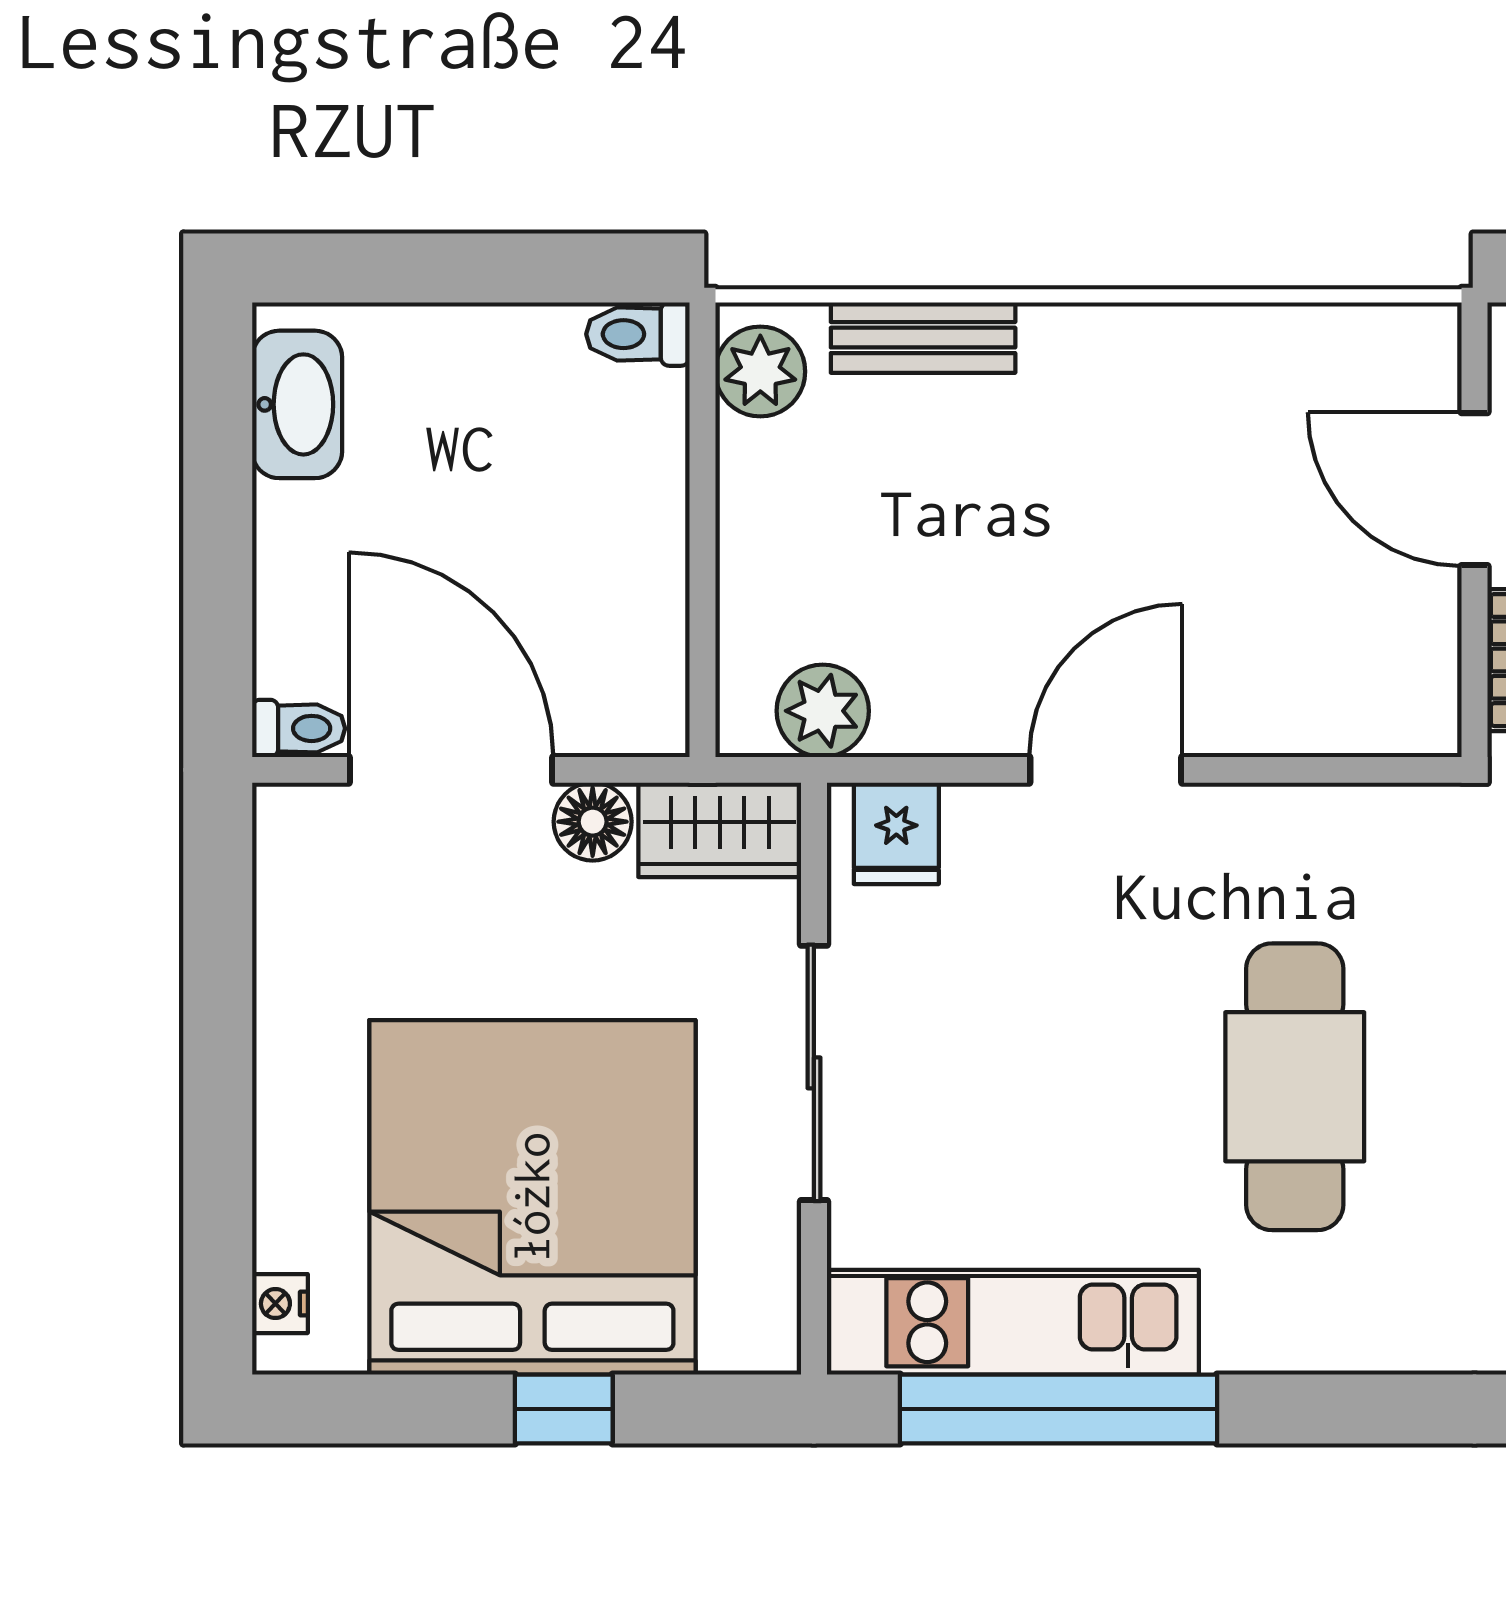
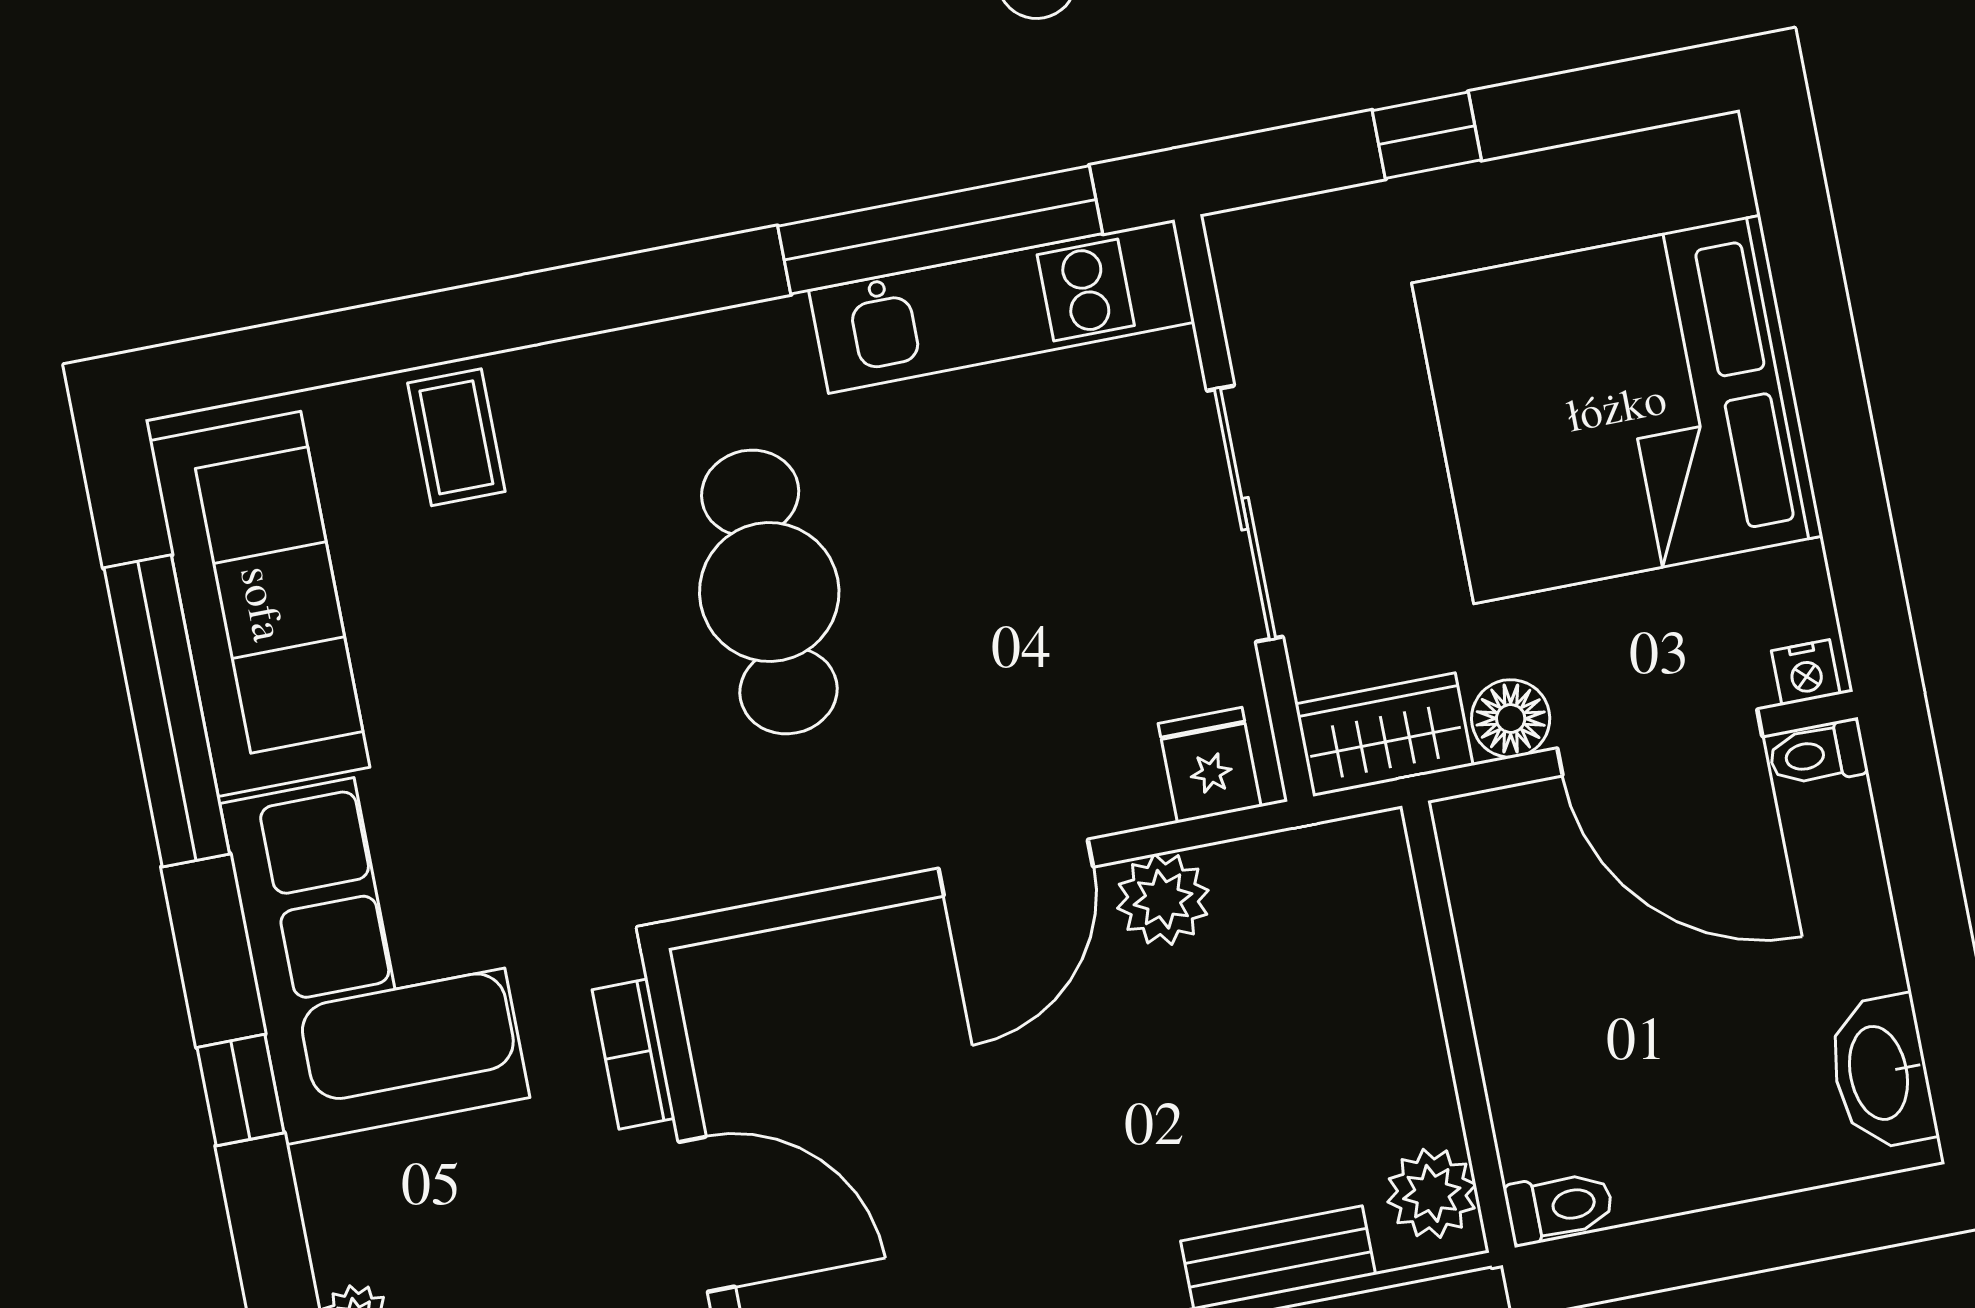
plant: (823, 711) -> (1163, 899), moved
bed: (532, 1197) -> (1617, 410), moved, turned 90
nightstand: (280, 1304) -> (1806, 672), moved, turned 90

